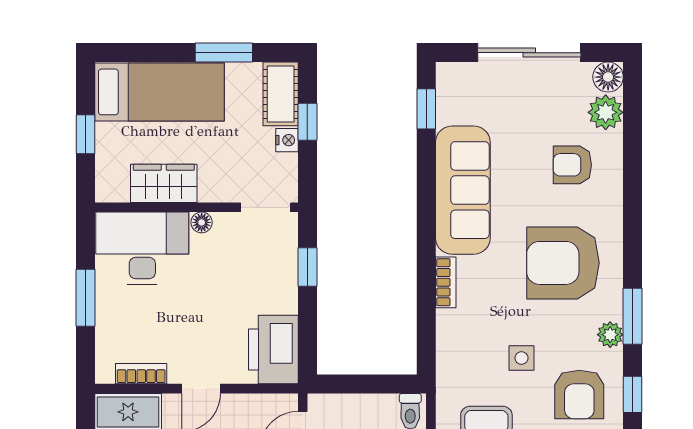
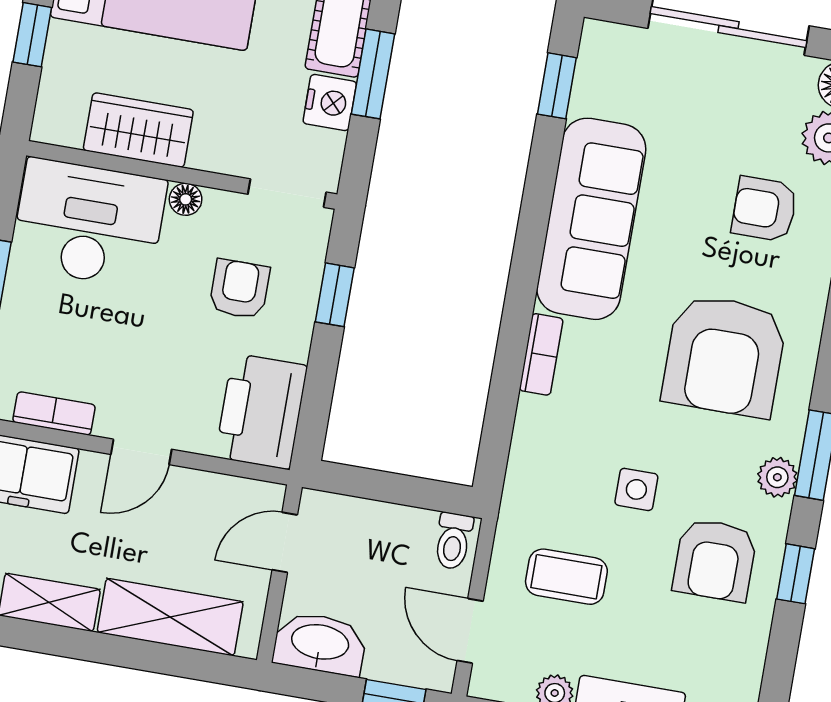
window: (307, 122) -> (373, 74), width x1.50
nightstand: (287, 140) -> (330, 103), width x1.39, depth x1.35
armchair: (563, 263) -> (724, 356), turned -90
armchair: (246, 274) -> (239, 289), added

